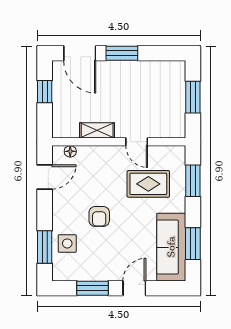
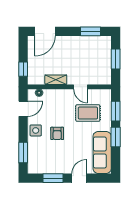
door: (80, 53) -> (45, 31), hinge flipped
window: (122, 53) -> (91, 31), moved
window: (45, 92) -> (23, 69), moved
side table: (67, 243) -> (36, 130), moved
window: (193, 244) -> (116, 137), moved

